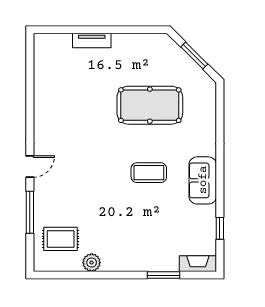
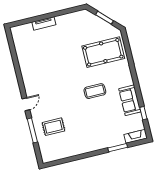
pool table: (150, 105) -> (103, 52), moved
sofa: (203, 180) -> (130, 100), moved
rug: (61, 239) -> (53, 127), moved
plant: (92, 263) -> (75, 151), removed

